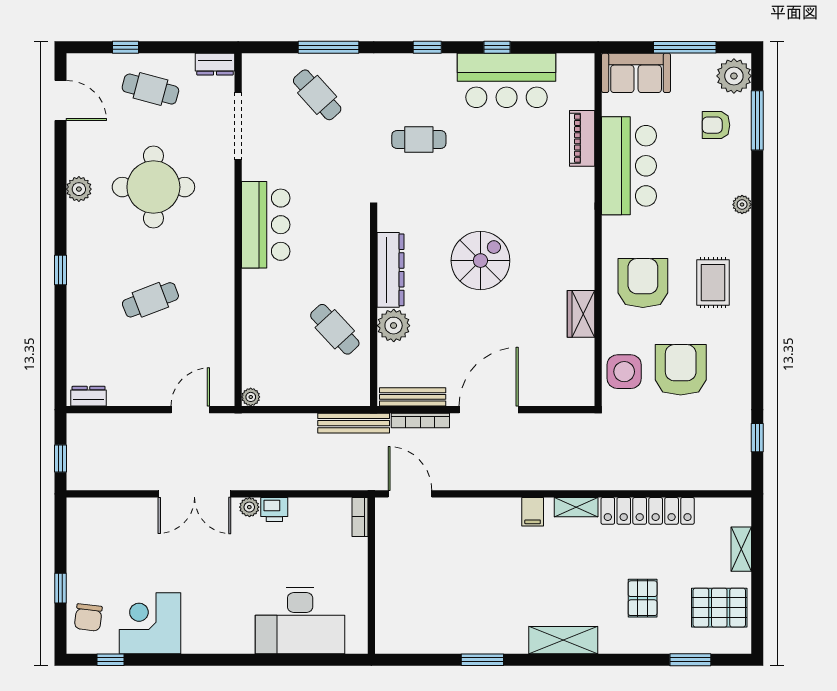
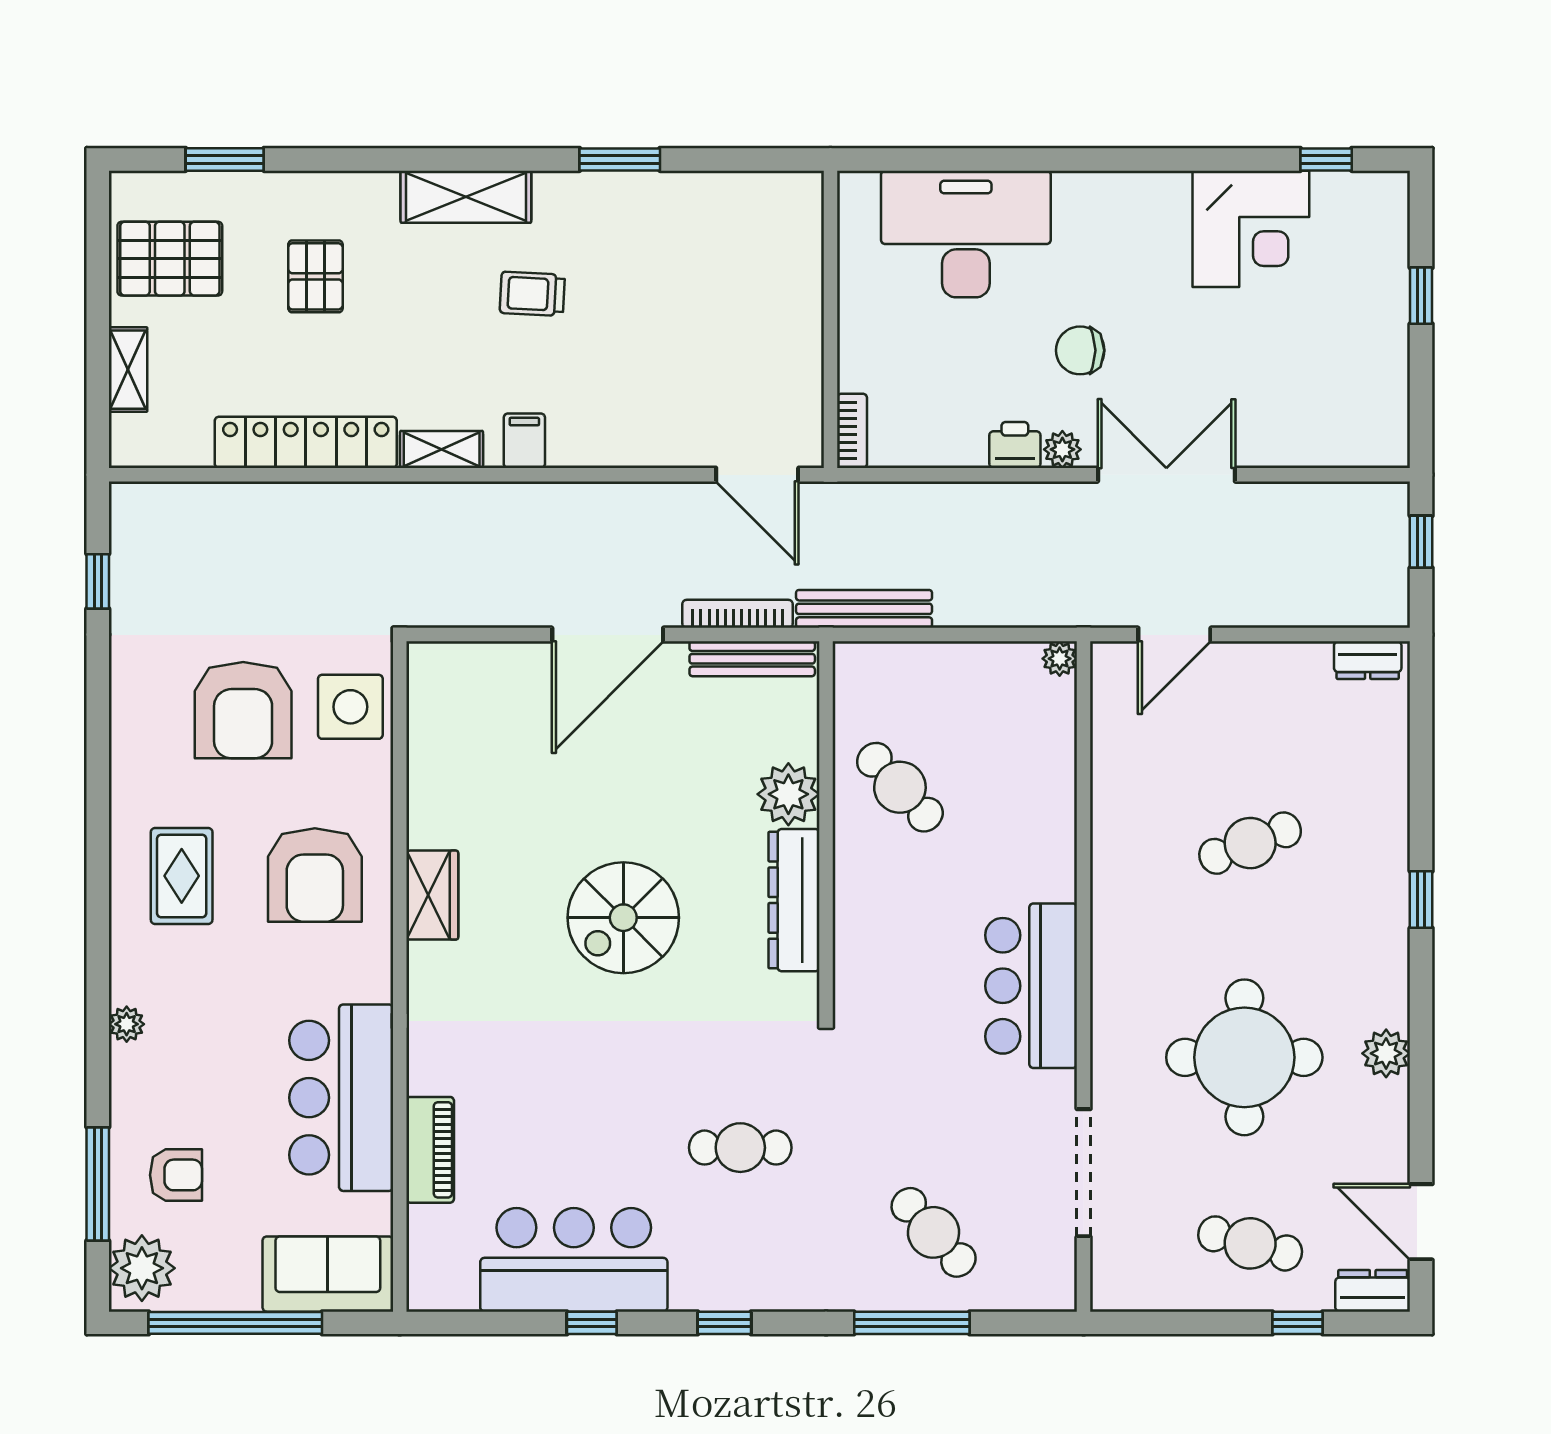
window: (685, 47) -> (235, 1323), width x1.46
dresser: (215, 64) -> (1373, 1291), moved
wardrobe: (581, 314) -> (432, 895), moved
trolley: (528, 589) -> (532, 294), added
chair: (88, 617) -> (1080, 350), moved, turned -97

